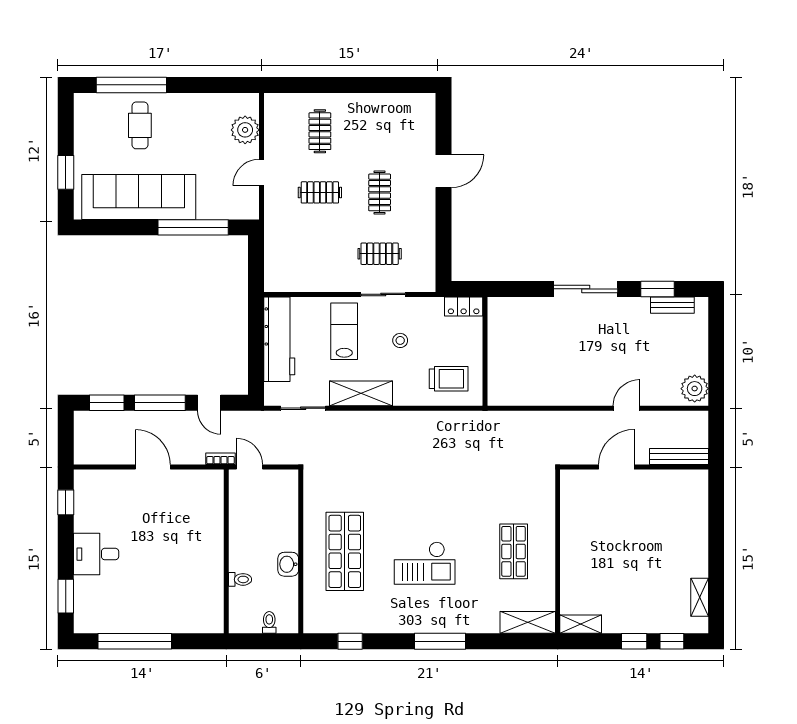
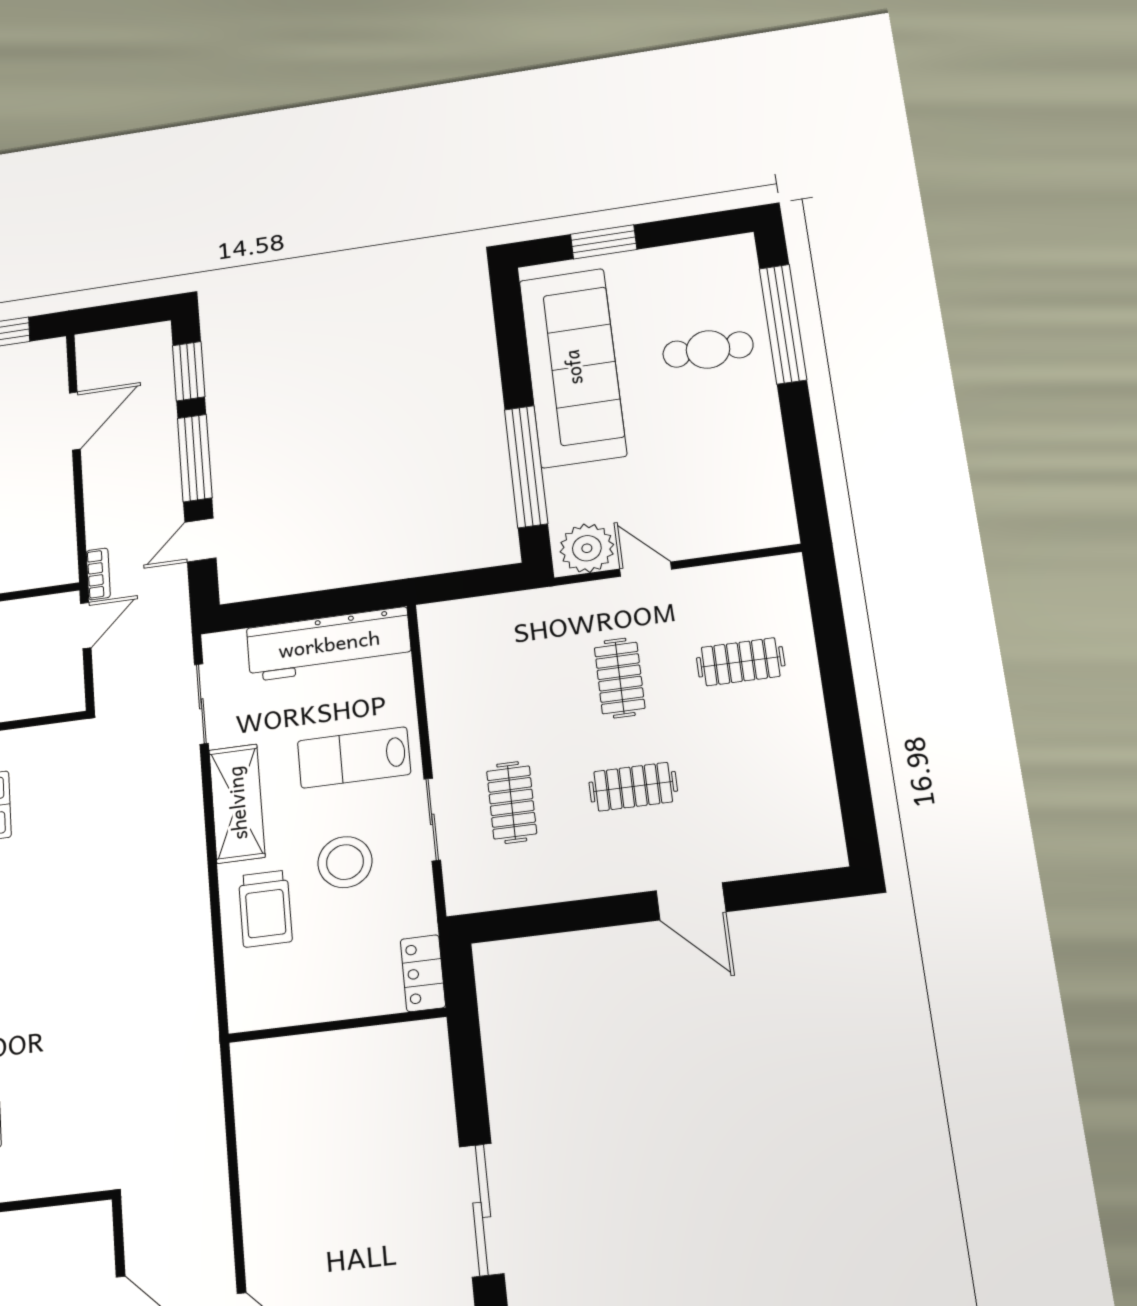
plant: (245, 130) -> (587, 548), moved
lab bench: (344, 331) -> (354, 758), turned 180
stool: (400, 340) -> (345, 862), width x1.89, depth x1.89
trolley: (449, 379) -> (265, 909), moved
door: (153, 467) -> (75, 421), moved

